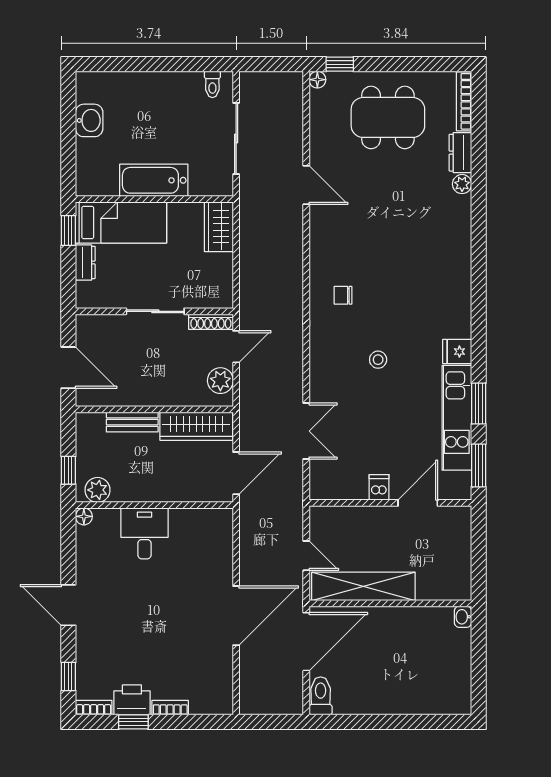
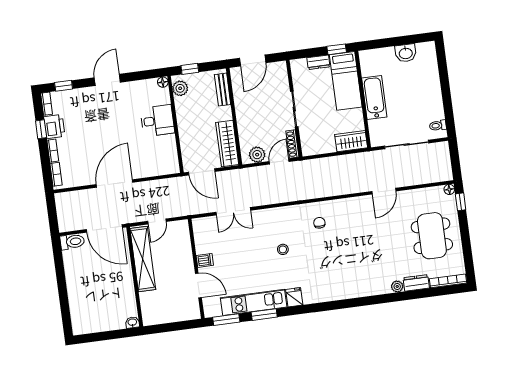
door: (236, 347) -> (279, 161), swing flipped
bench: (132, 422) -> (223, 90), moved
door: (236, 616) -> (115, 183), swing flipped
bookcase: (209, 707) -> (56, 174), added

